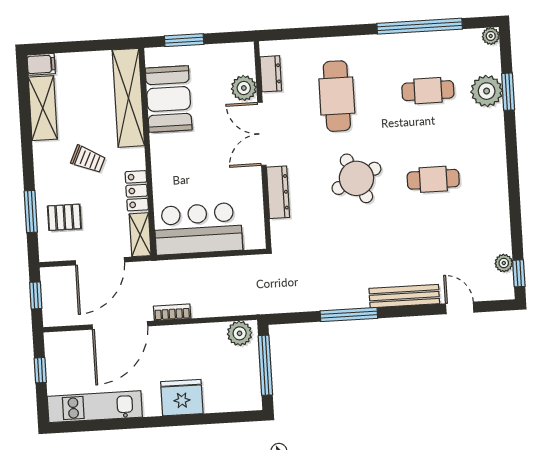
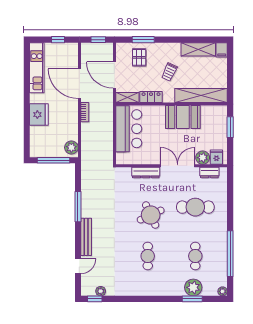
fridge: (241, 62) -> (216, 157), added
booth: (169, 99) -> (183, 117), moved

